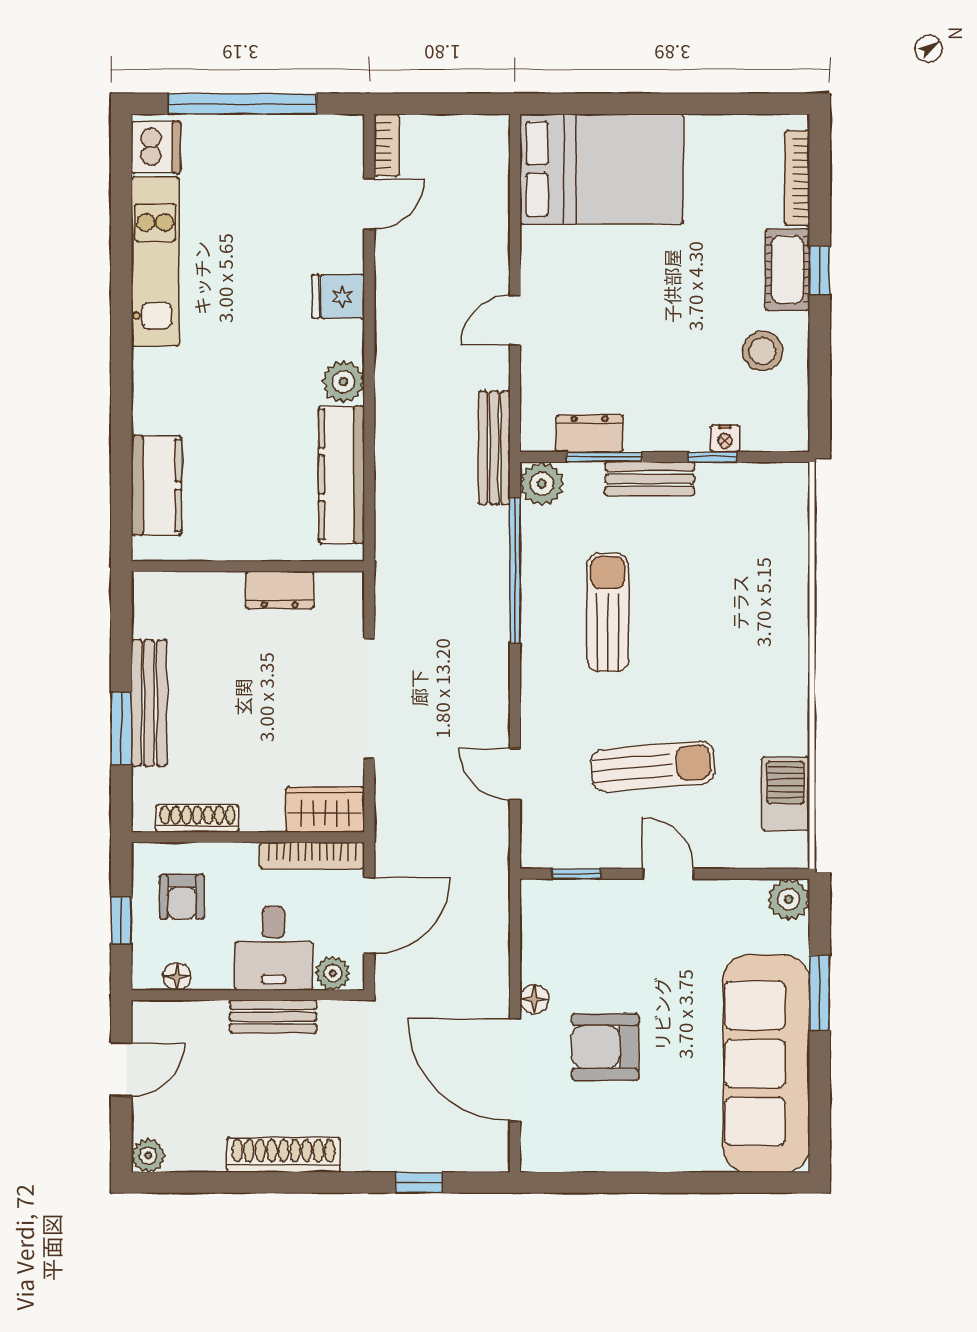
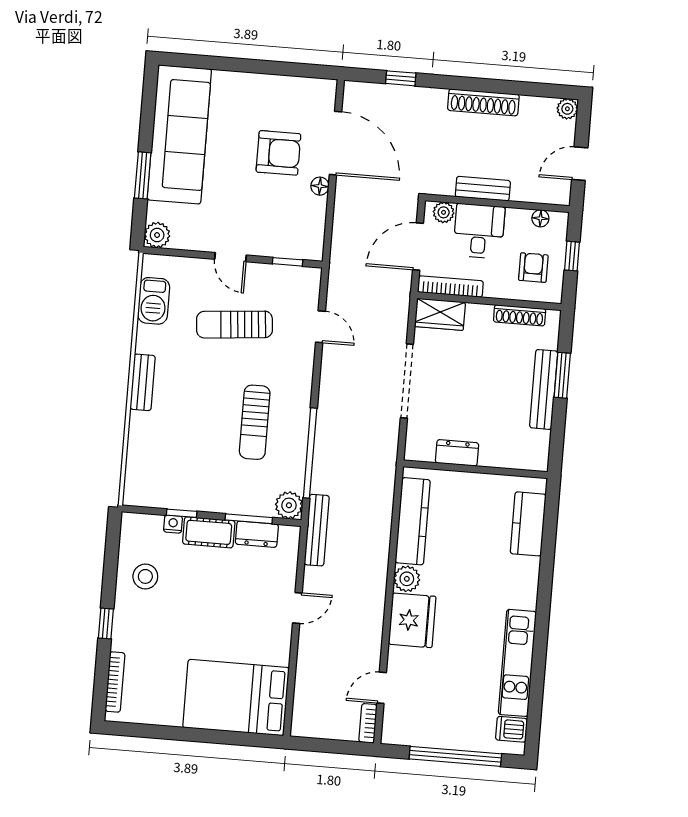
dishwasher: (156, 147) -> (512, 729), width x0.73
cot: (787, 270) -> (209, 532), moved, turned 90
fridge: (338, 296) -> (412, 620), width x1.88, depth x1.34
bench: (650, 479) -> (143, 382), moved, turned 90

